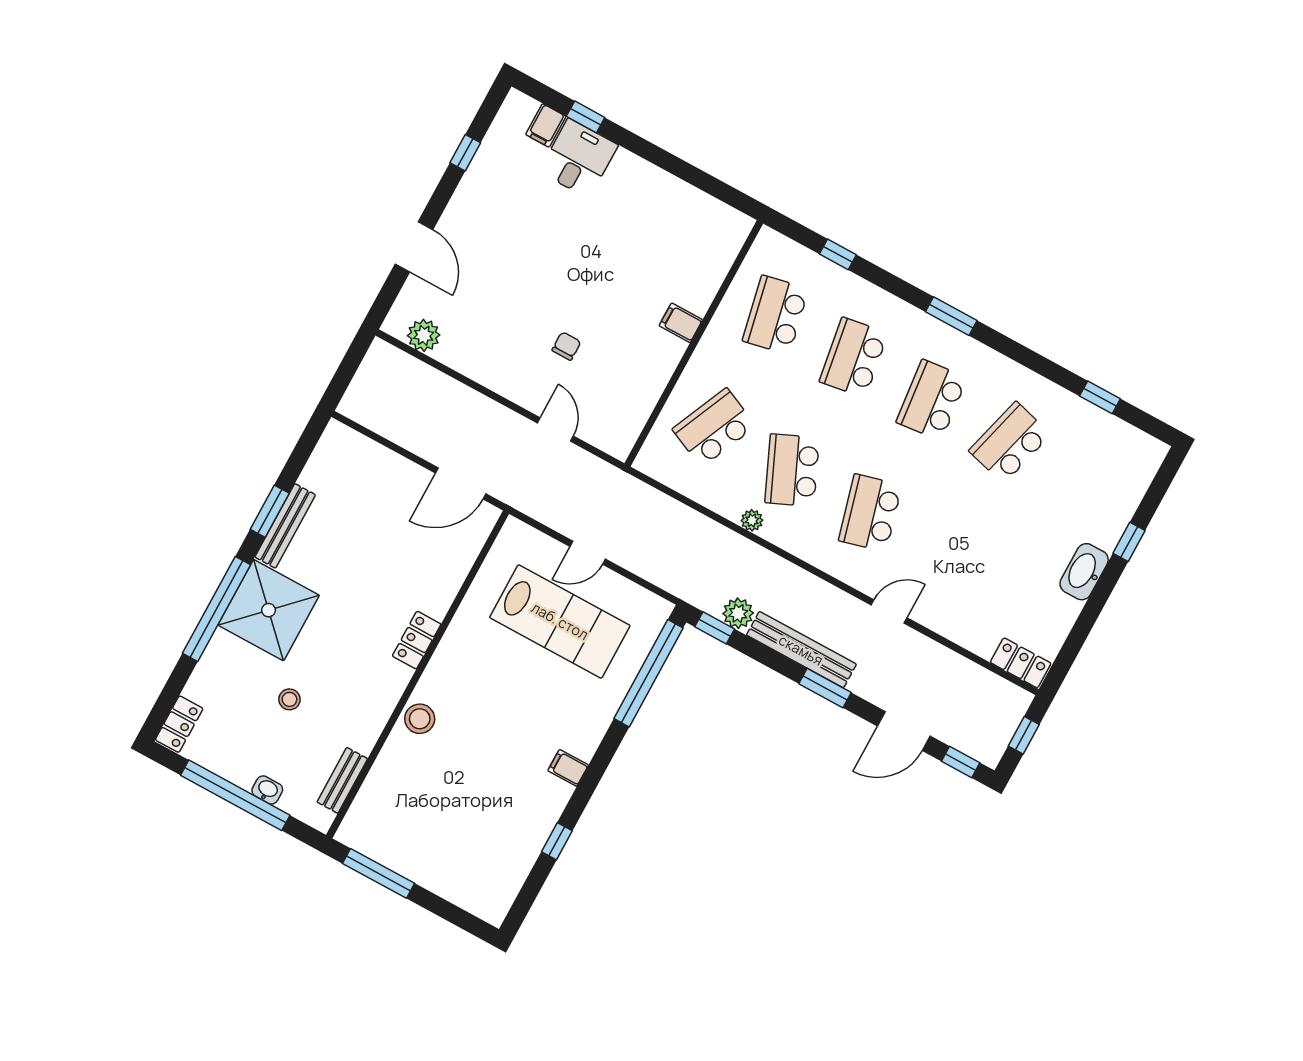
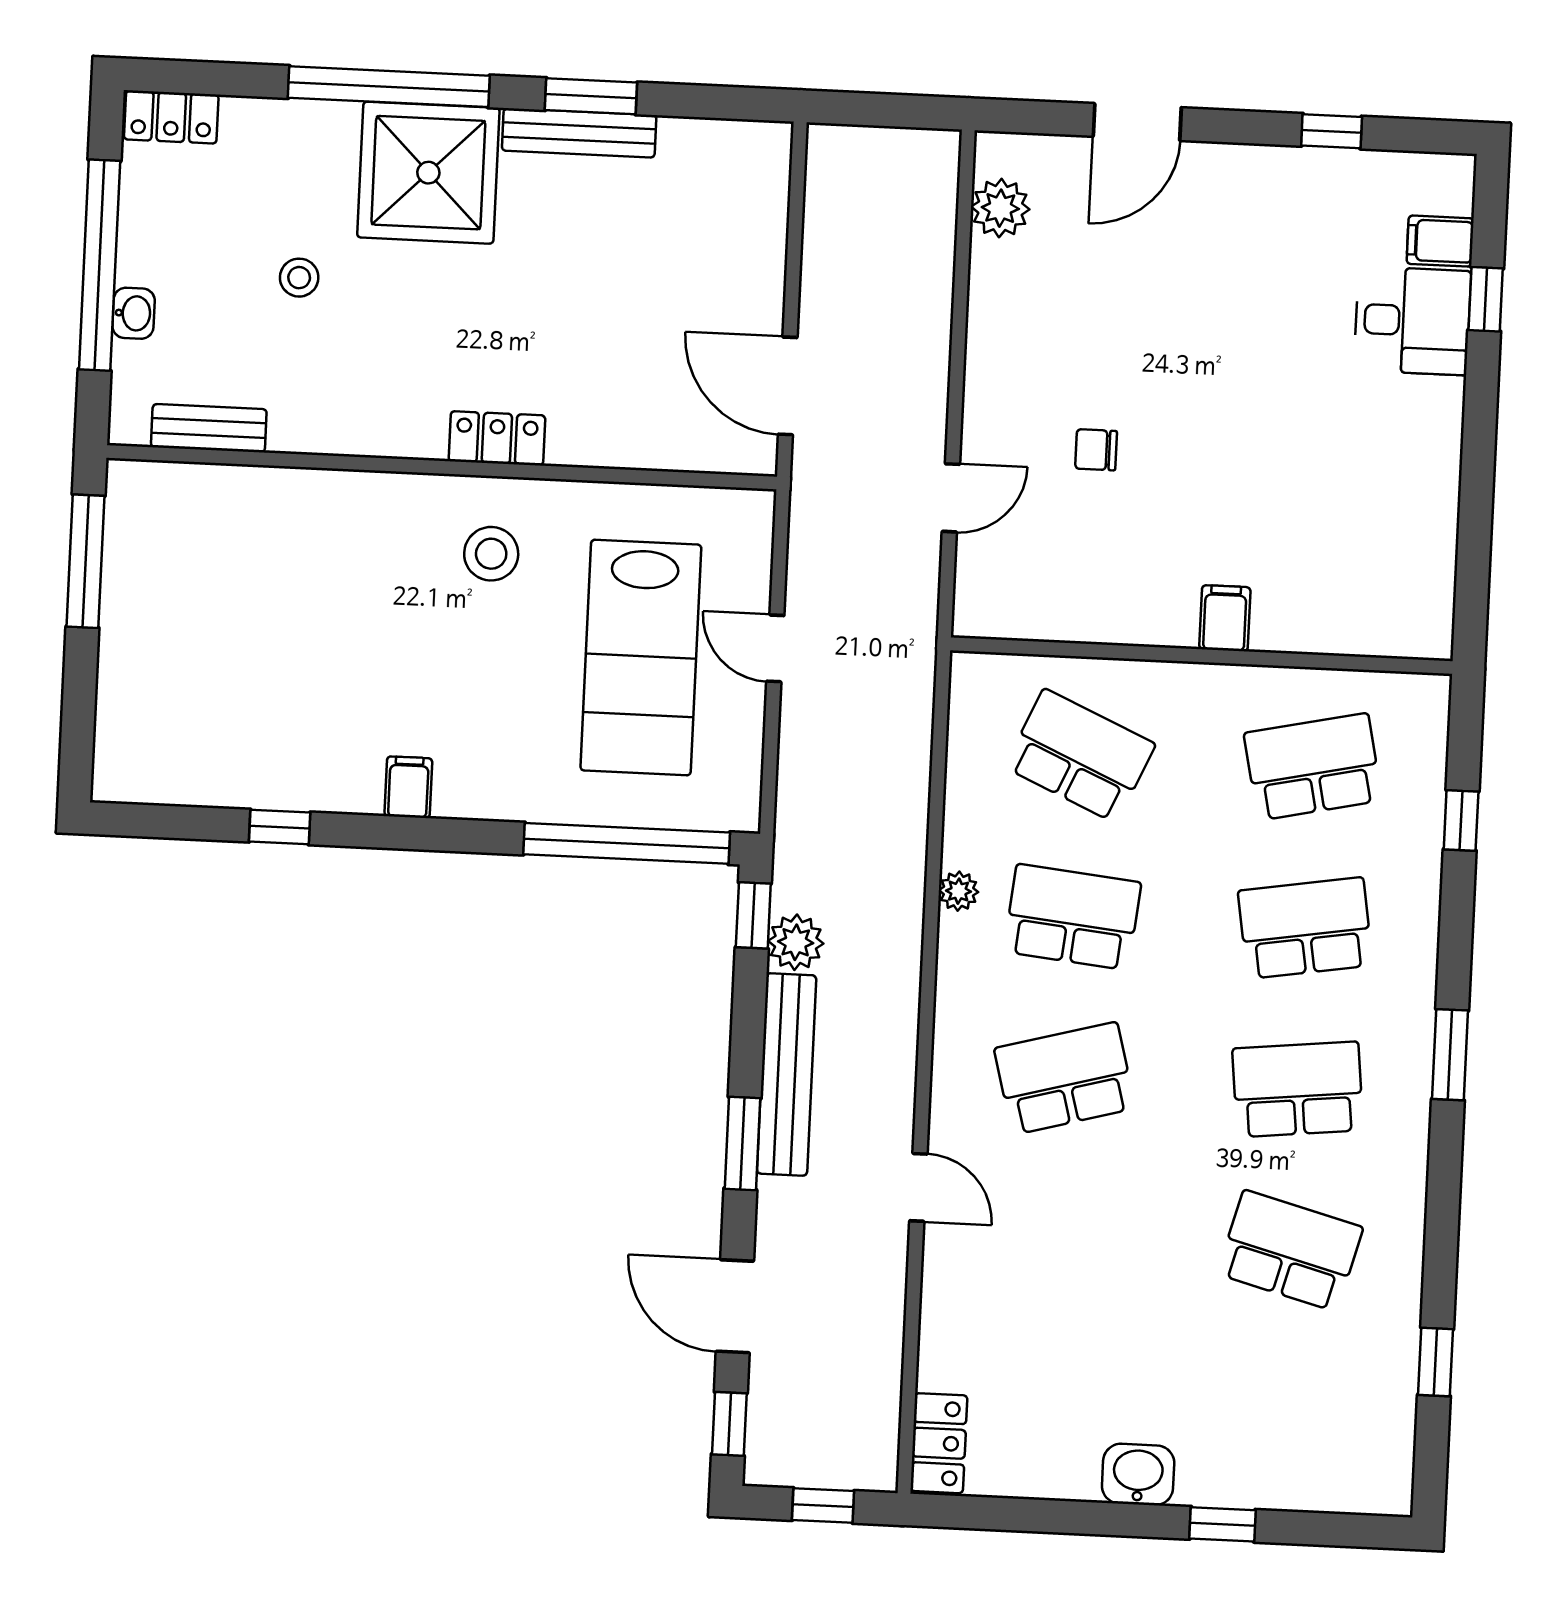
chair: (566, 346) -> (1096, 450), turned 180
school desk: (792, 470) -> (1072, 917), turned 30
washbasin: (1084, 572) -> (1138, 1474), width x0.72
stool: (420, 719) -> (491, 554), moved

